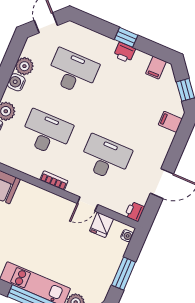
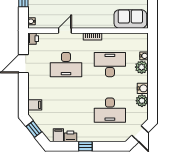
printer: (124, 52) -> (70, 136), moved
desk: (47, 133) -> (110, 65), turned 180
fridge: (101, 225) -> (50, 21), removed

